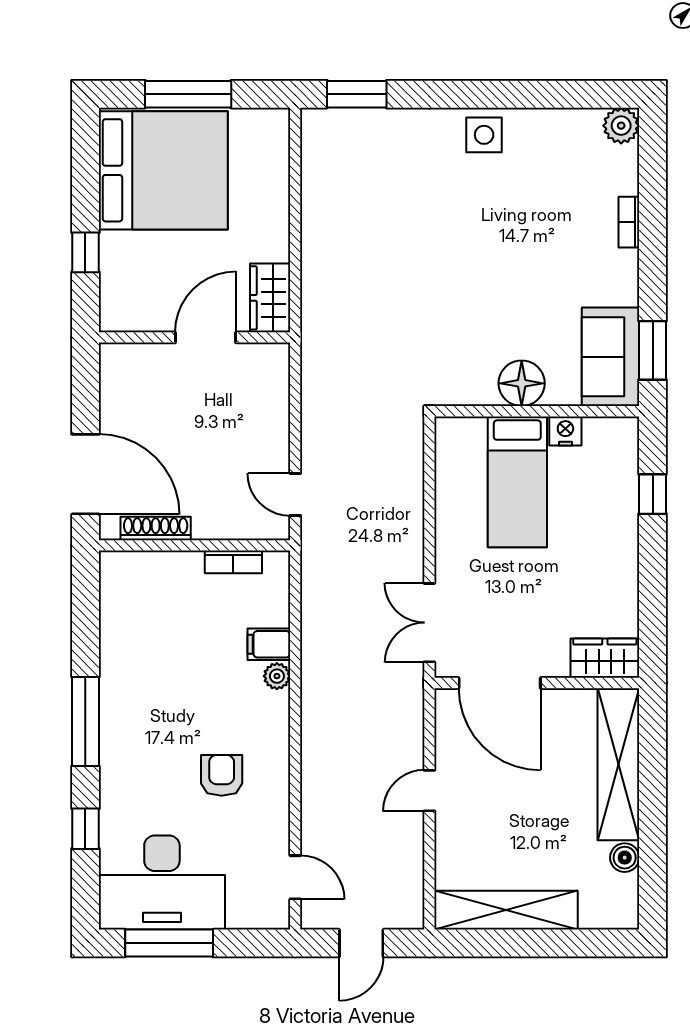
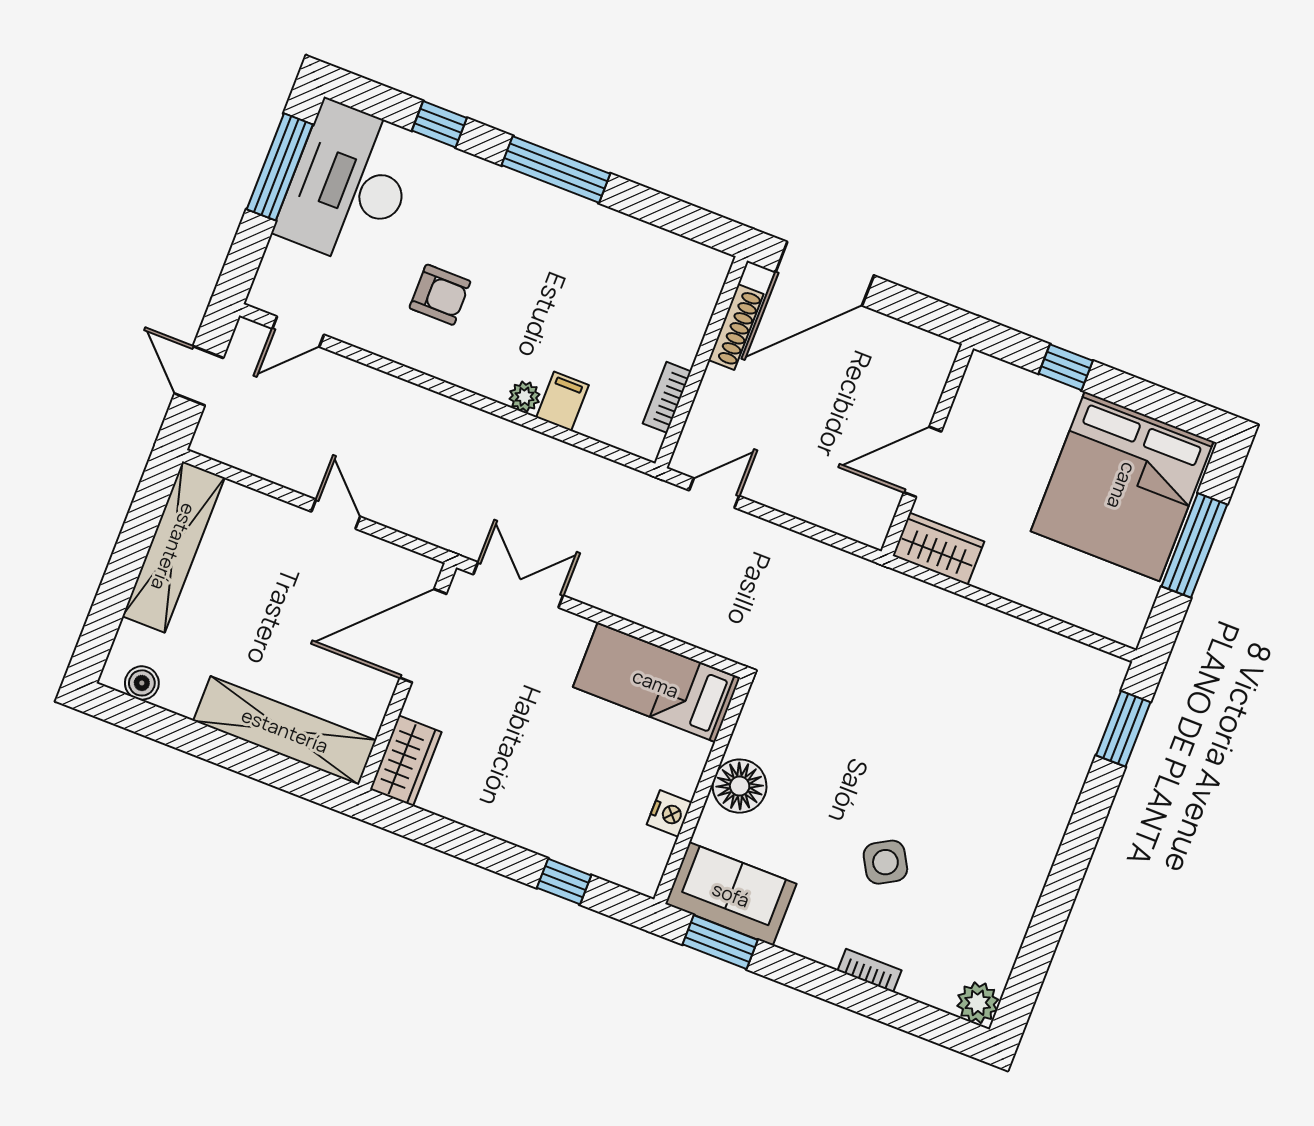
side table: (484, 135) -> (885, 862), moved, turned -30
door: (206, 337) -> (923, 462), swing flipped
bed: (517, 482) -> (656, 683), moved
boiler: (625, 858) -> (142, 683), moved

